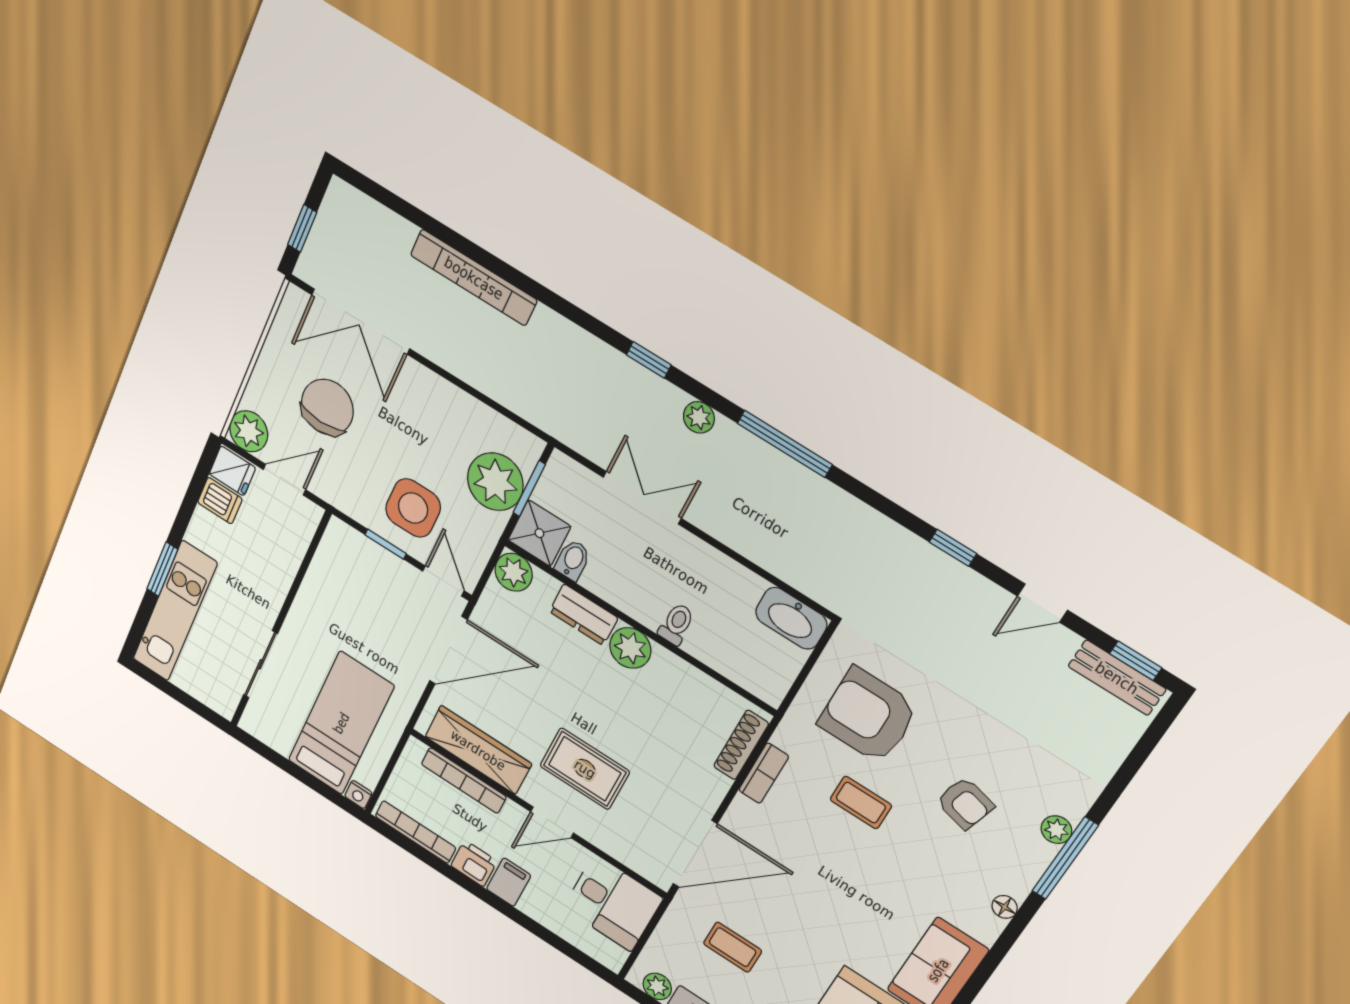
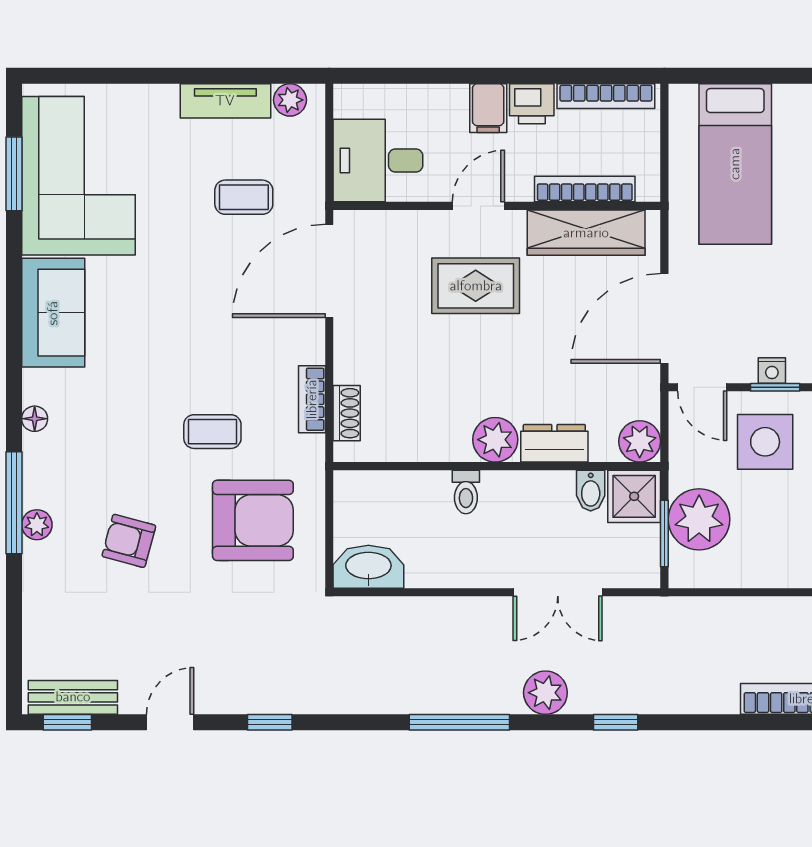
plant: (699, 417) -> (545, 693), width x1.38, depth x1.38
shoe rack: (741, 745) -> (347, 413), width x0.70
nightstand: (358, 794) -> (772, 370), moved, turned 180
armchair: (965, 803) -> (129, 541), moved

